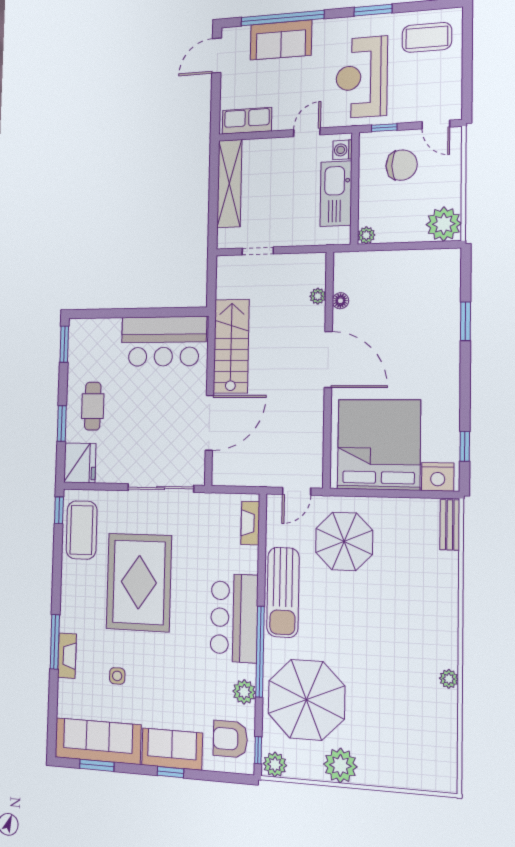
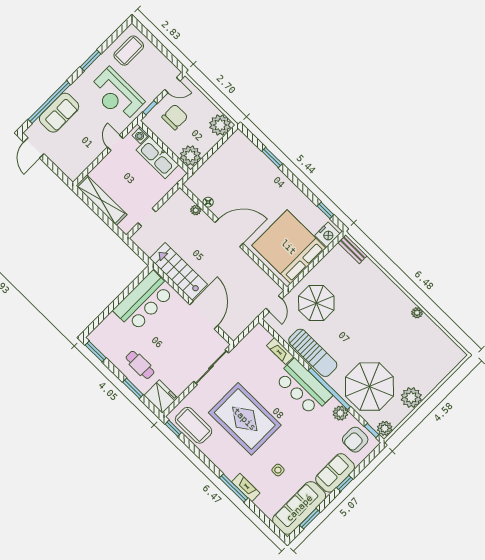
row of seats: (247, 121) -> (80, 164), removed
plant: (366, 235) -> (190, 156), width x1.88, depth x1.88
fireplace: (250, 523) -> (280, 351), moved

